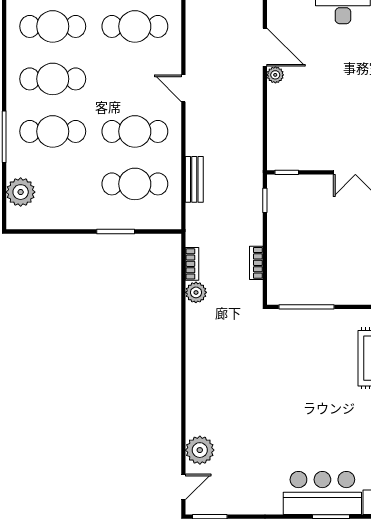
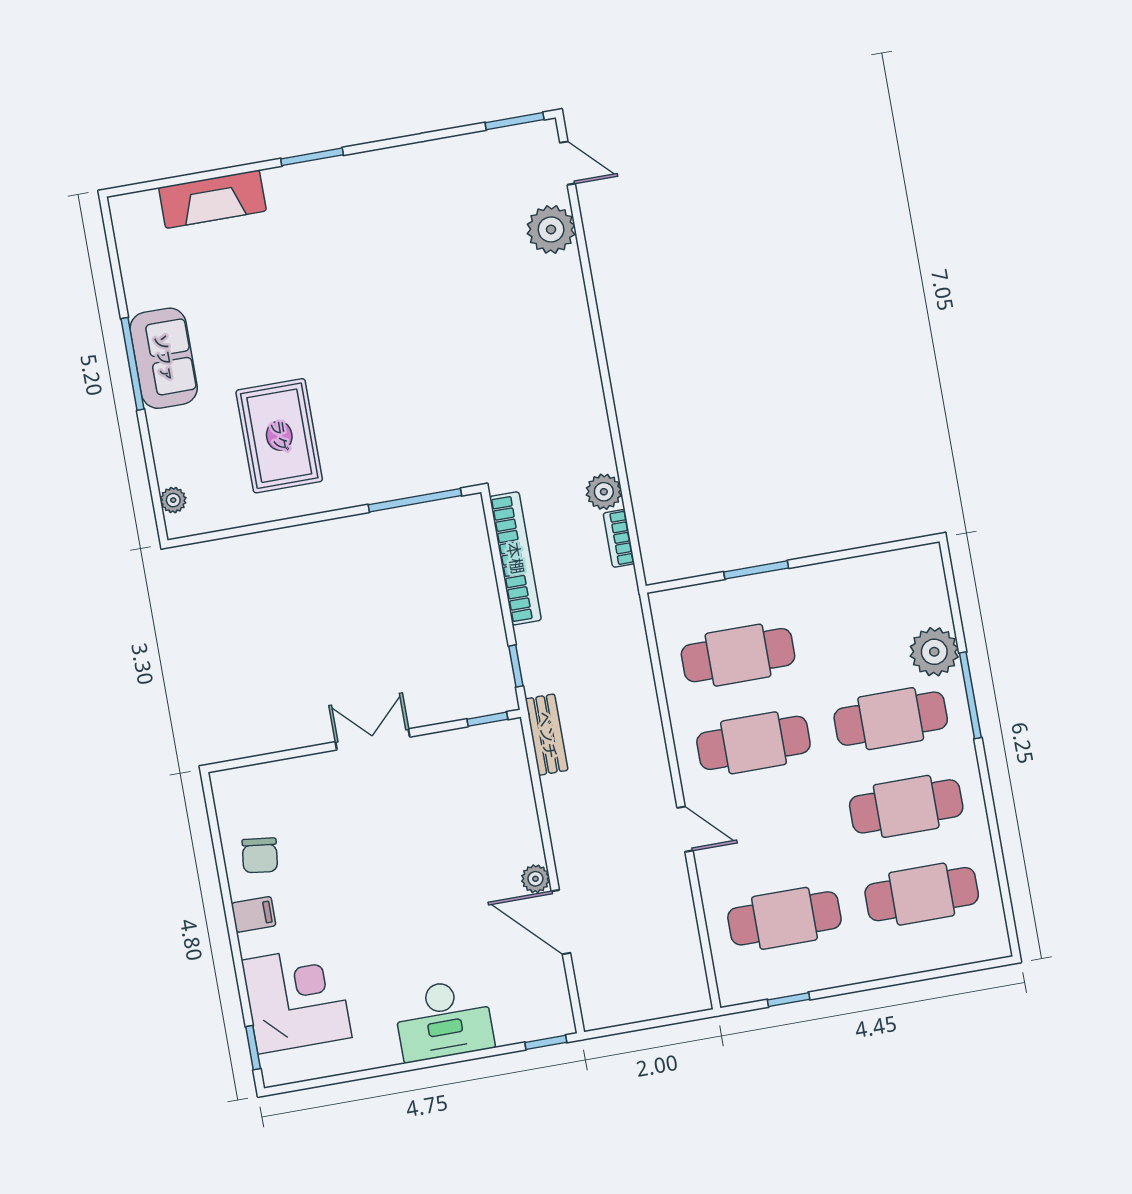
bench: (194, 179) -> (547, 735), moved
plant: (21, 192) -> (934, 652), moved
bookcase: (256, 263) -> (515, 558), width x2.31, depth x1.31
door: (183, 487) -> (568, 163), swing flipped
bar counter: (322, 493) -> (333, 194), removed

